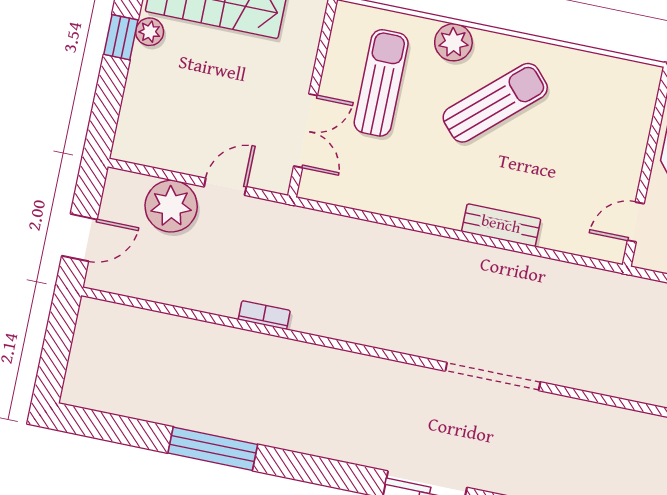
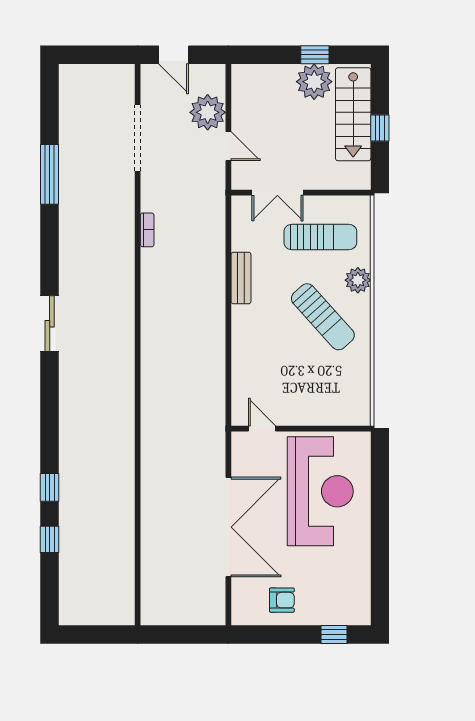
plant: (150, 32) -> (314, 82), width x1.88, depth x1.88
bench: (501, 225) -> (241, 278), moved
bookcase: (264, 315) -> (147, 230), moved
doorway: (493, 376) -> (138, 138), moved

